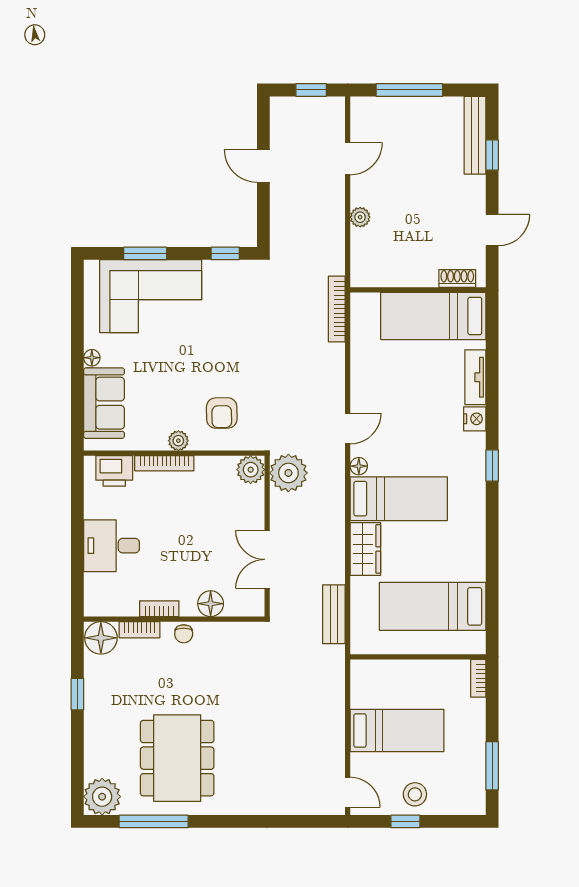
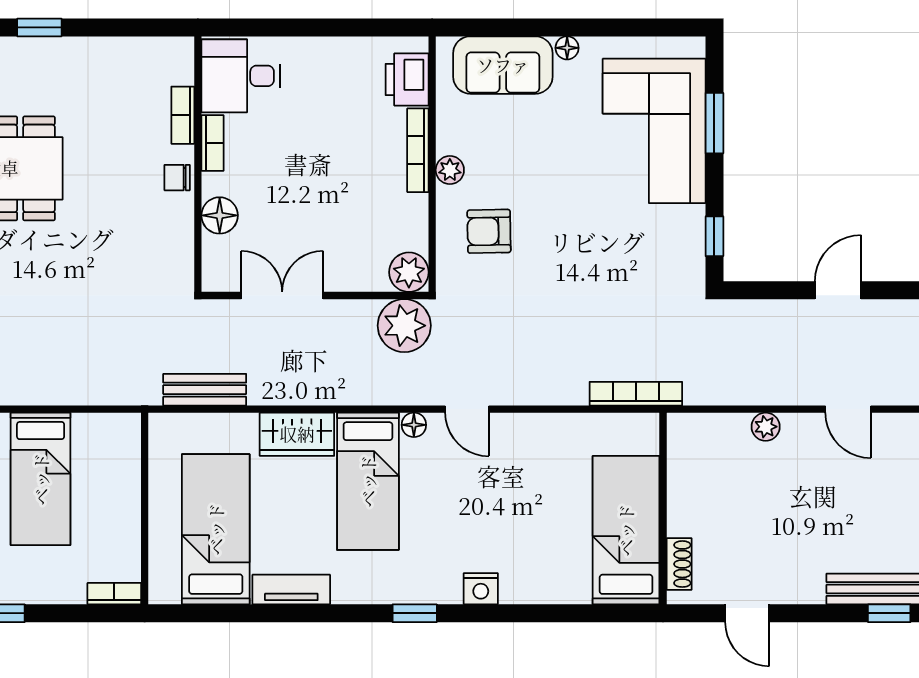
window: (492, 155) -> (889, 613), moved
tv unit: (475, 377) -> (291, 590), moved
desk: (112, 546) -> (241, 76), moved, turned -90
floor lamp: (101, 638) -> (171, 61), removed
window: (77, 694) -> (39, 27), moved

